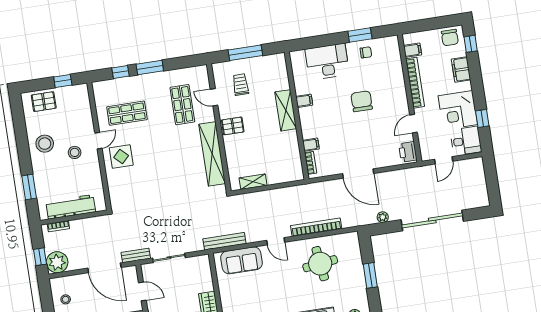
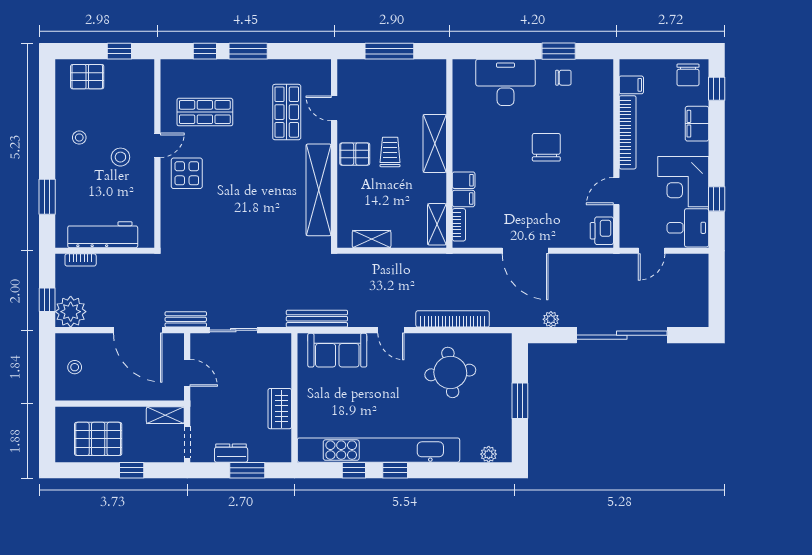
trolley: (241, 85) -> (390, 152), moved
filing cabinet: (304, 101) -> (464, 180), moved
stool: (45, 144) -> (79, 138), width x0.53, depth x0.53
shelving: (296, 165) -> (437, 224), added

